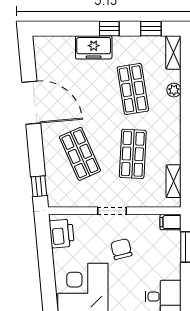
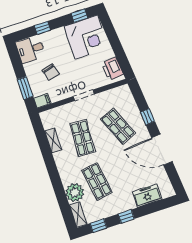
freezer: (94, 47) -> (147, 196), moved
plant: (174, 90) -> (75, 192), width x1.88, depth x1.88
shelving: (174, 181) -> (53, 141), moved
window: (39, 186) -> (148, 117), moved
chair: (121, 249) -> (51, 72), moved

